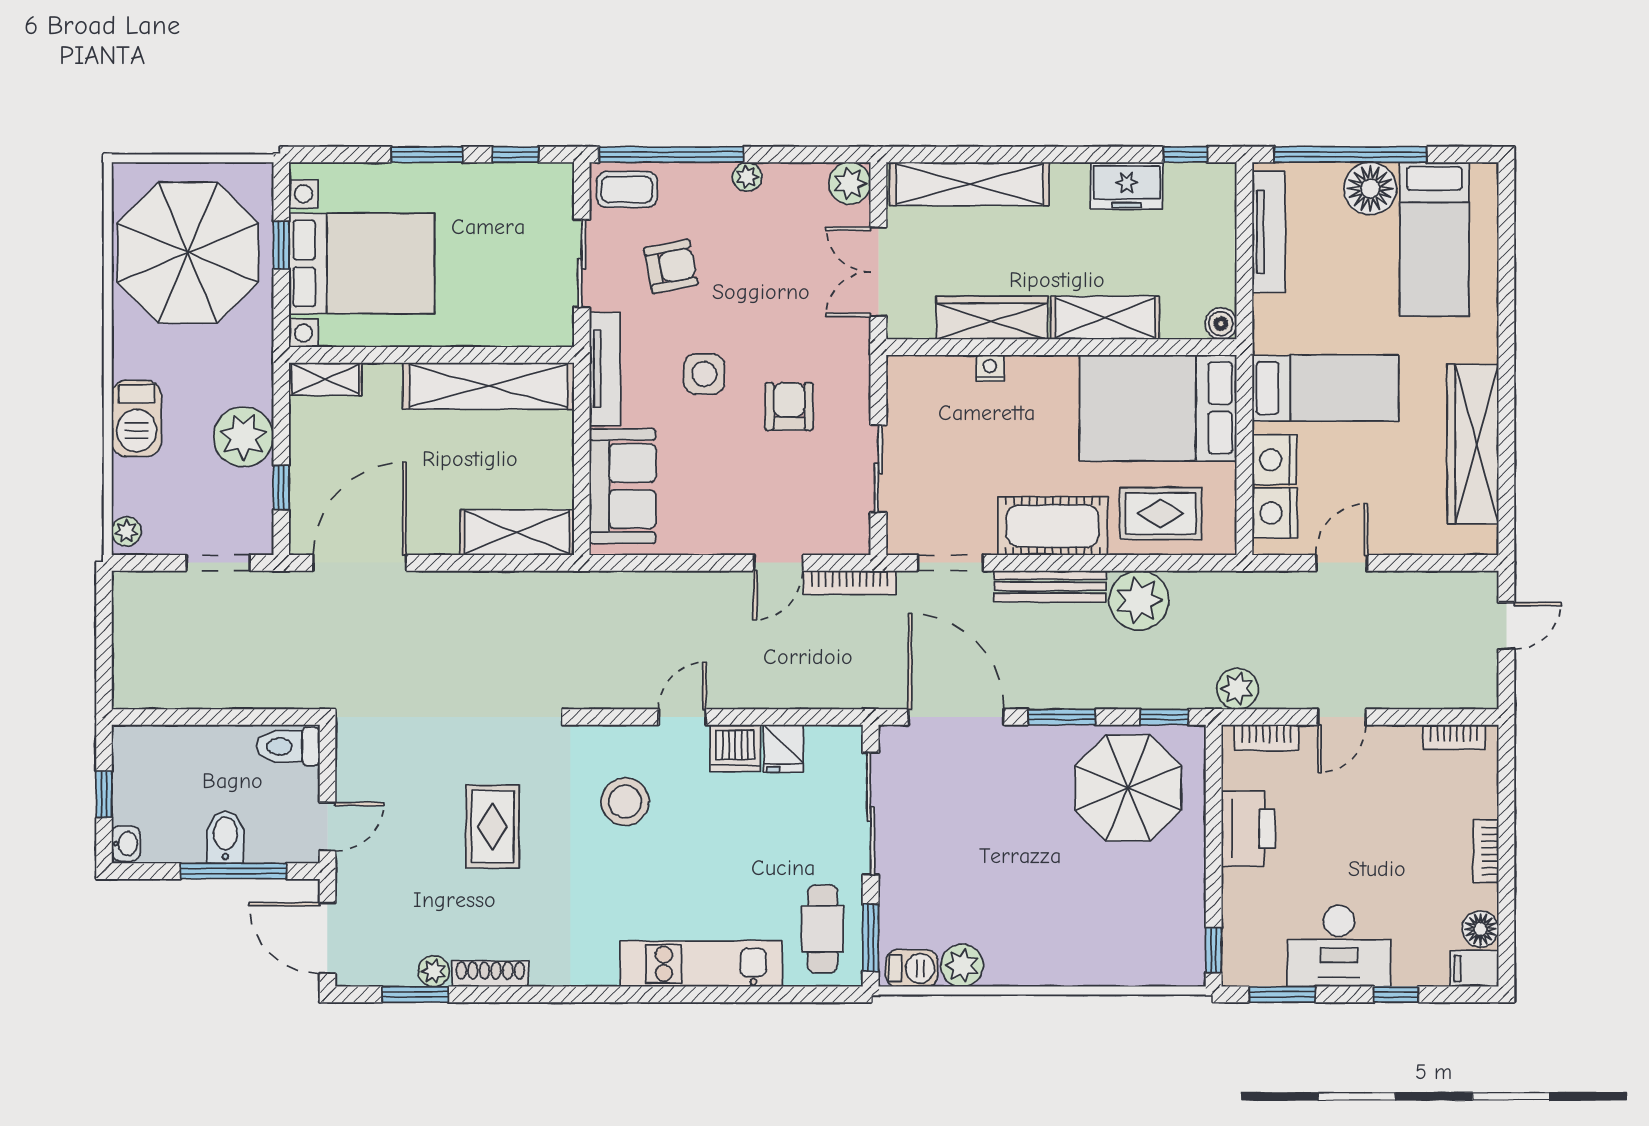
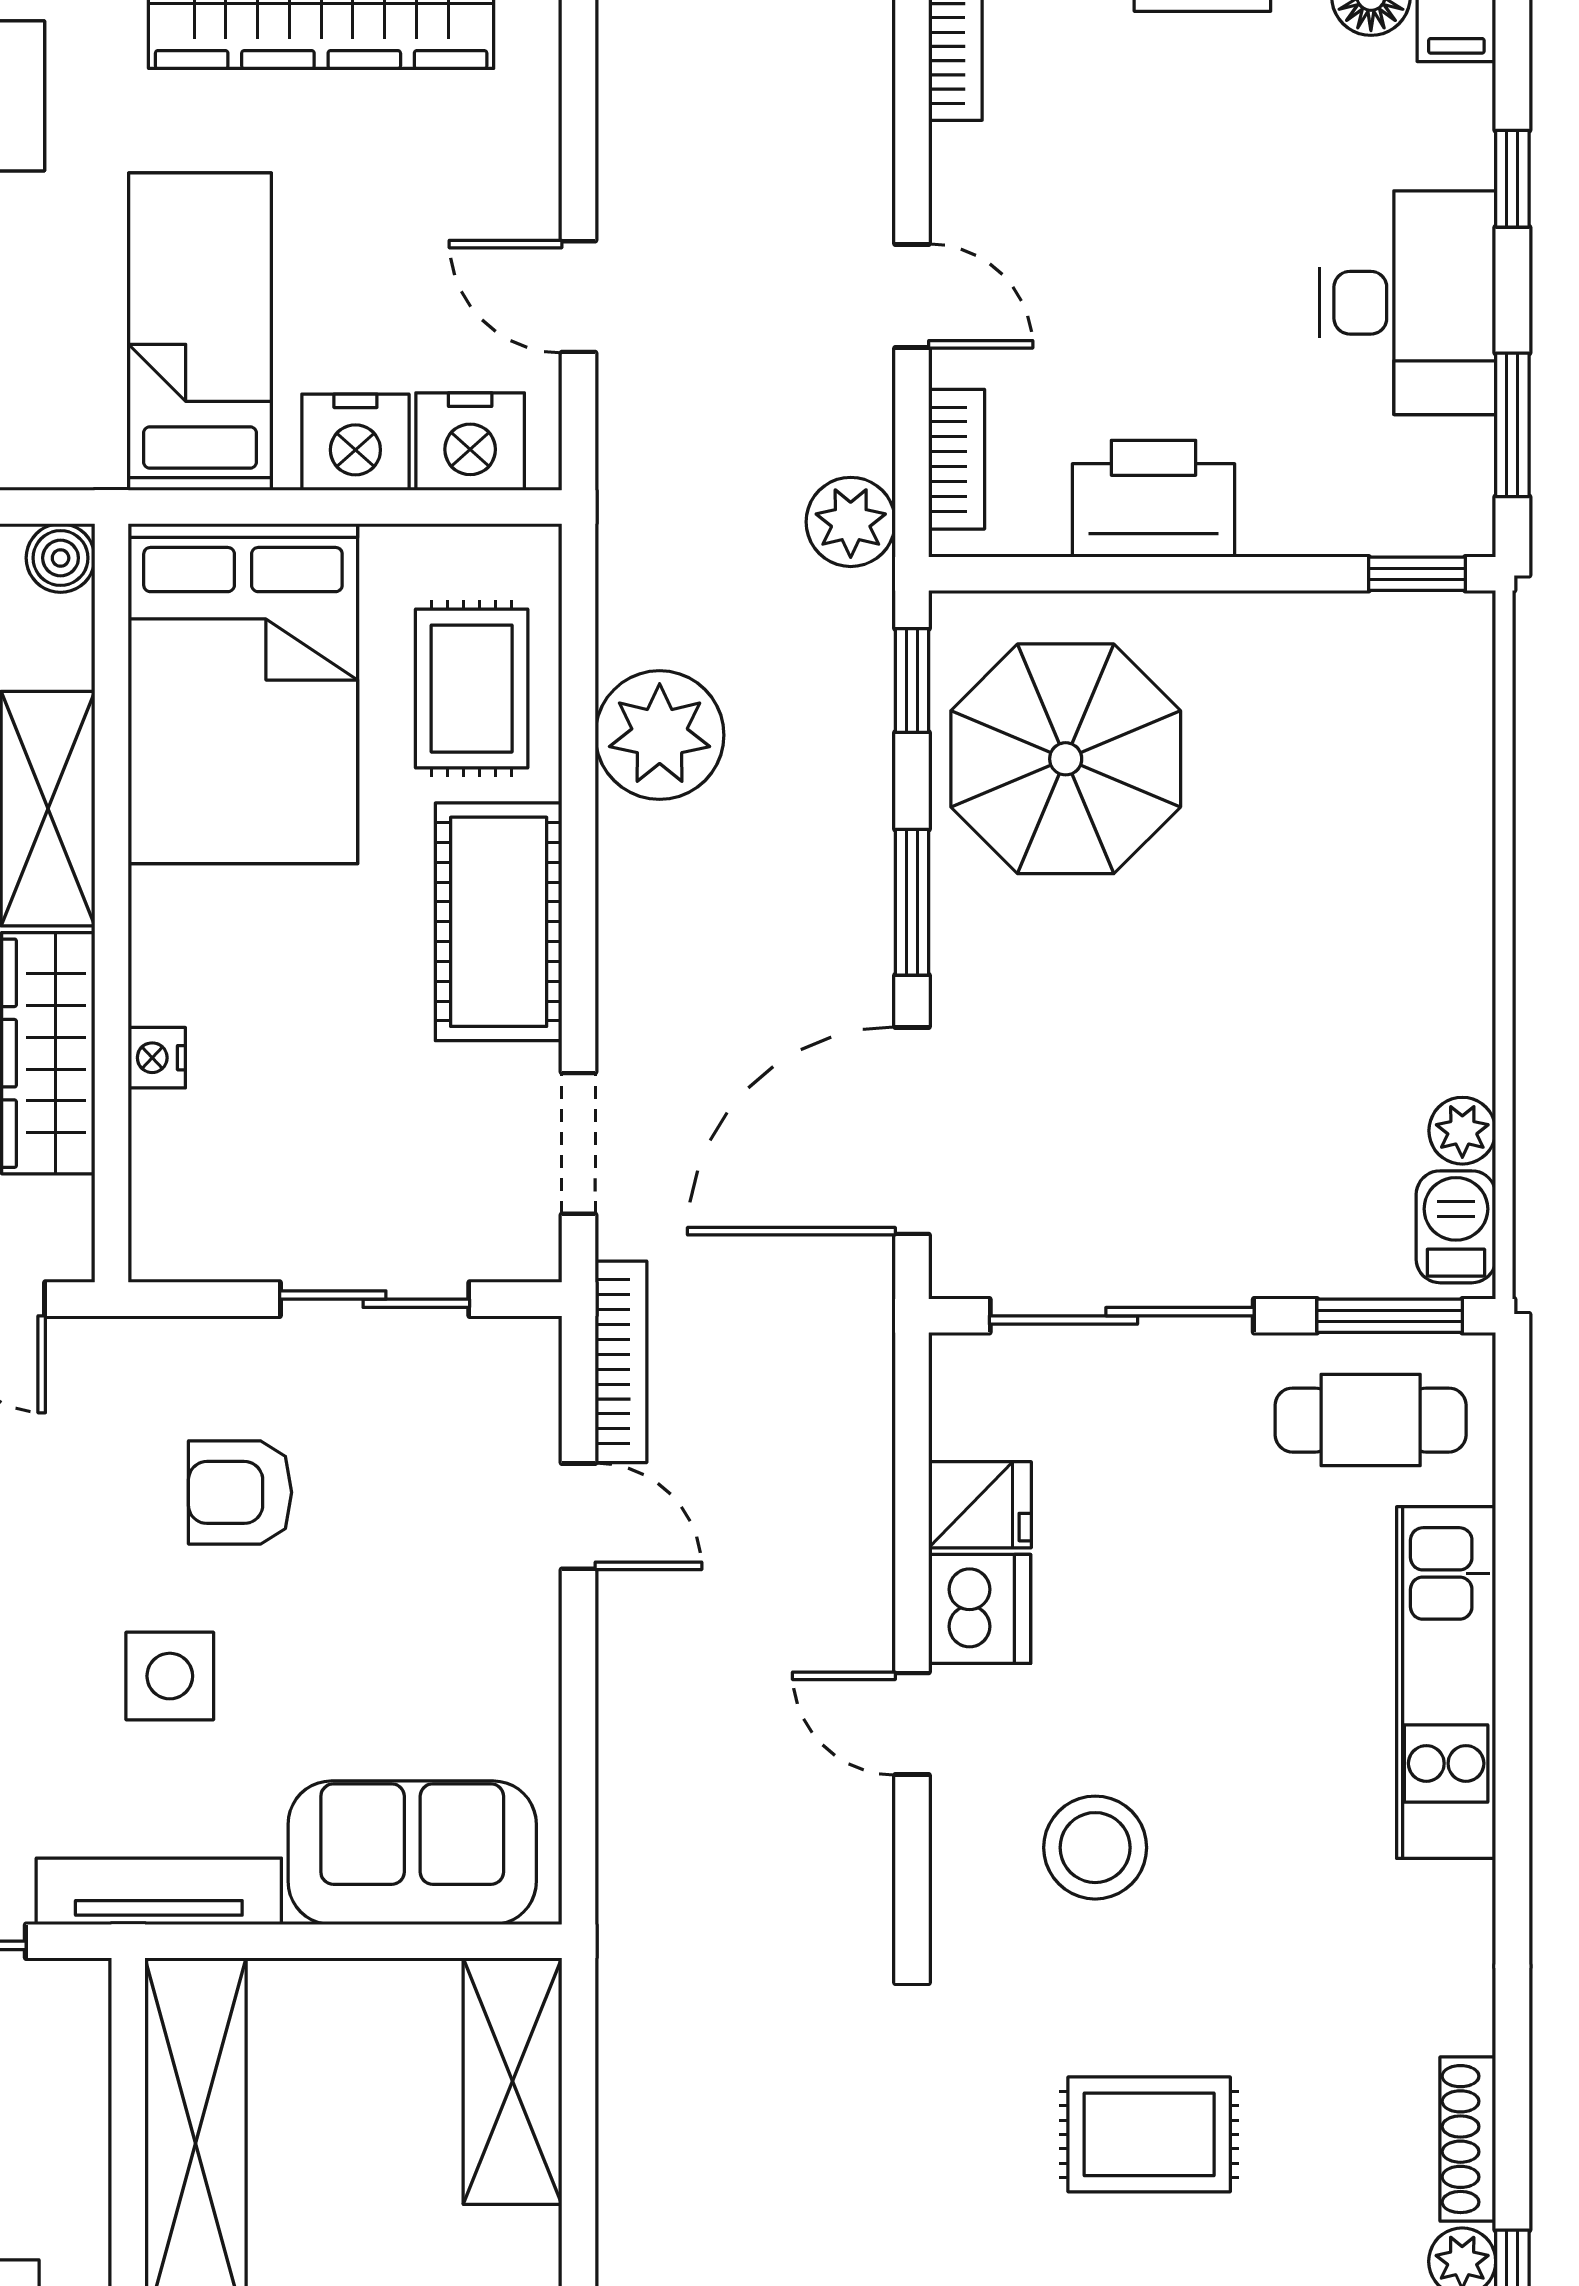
bench: (1050, 586) -> (629, 928), removed
plant: (962, 965) -> (1462, 1131), width x0.73, depth x0.73

